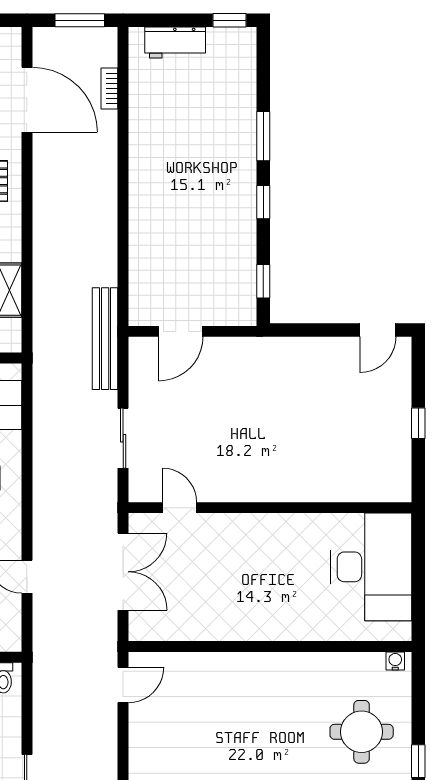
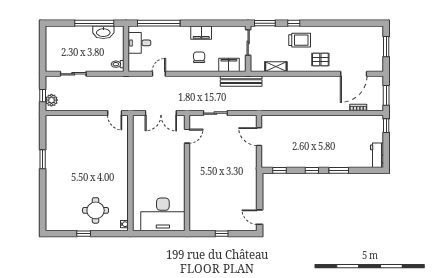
window: (229, 20) -> (386, 126), moved
workbench: (175, 43) -> (377, 155), moved
bench: (105, 339) -> (241, 81), moved

